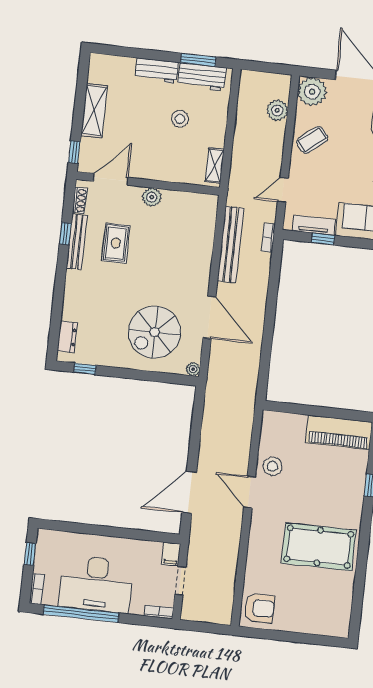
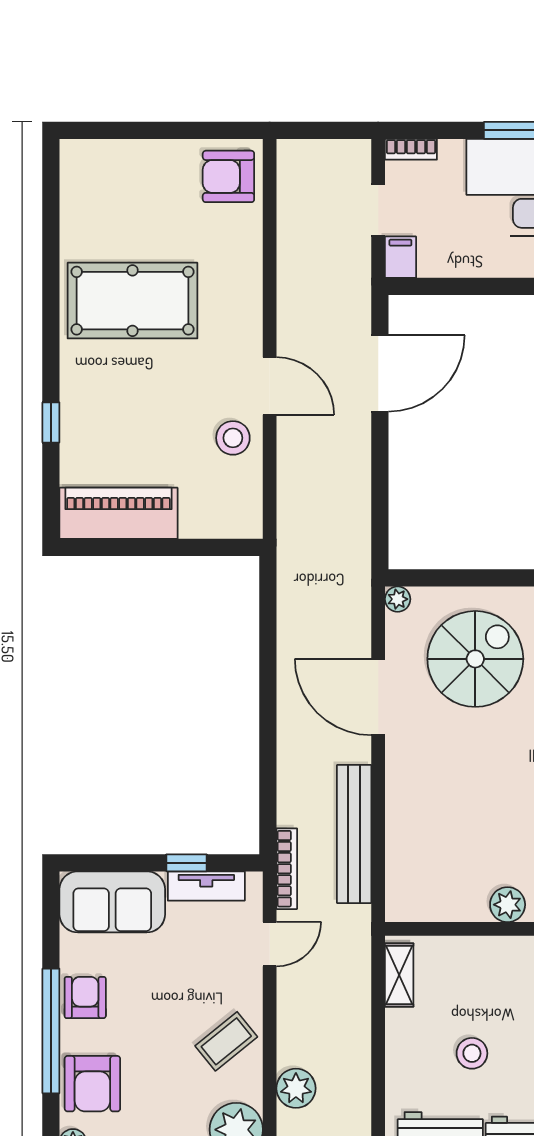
bookcase: (268, 238) -> (287, 869), width x1.56

